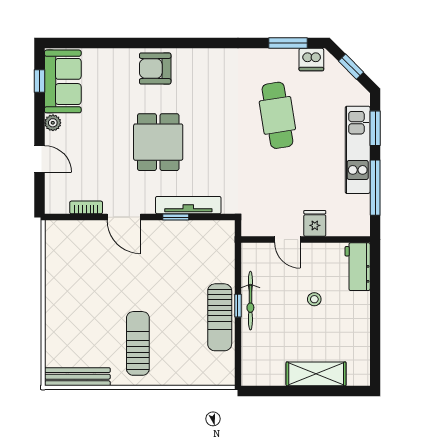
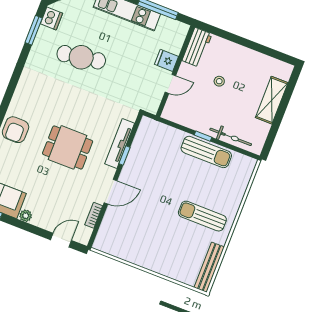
door: (39, 159) -> (61, 240), moved
workbench: (358, 267) -> (197, 47), moved, turned -90
bicycle: (250, 301) -> (231, 137), moved

